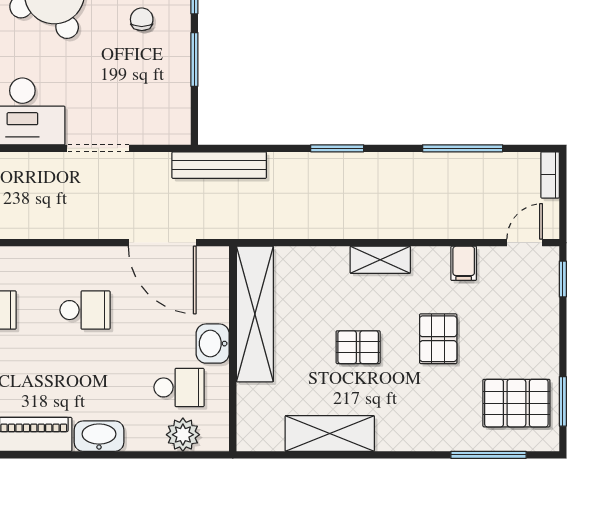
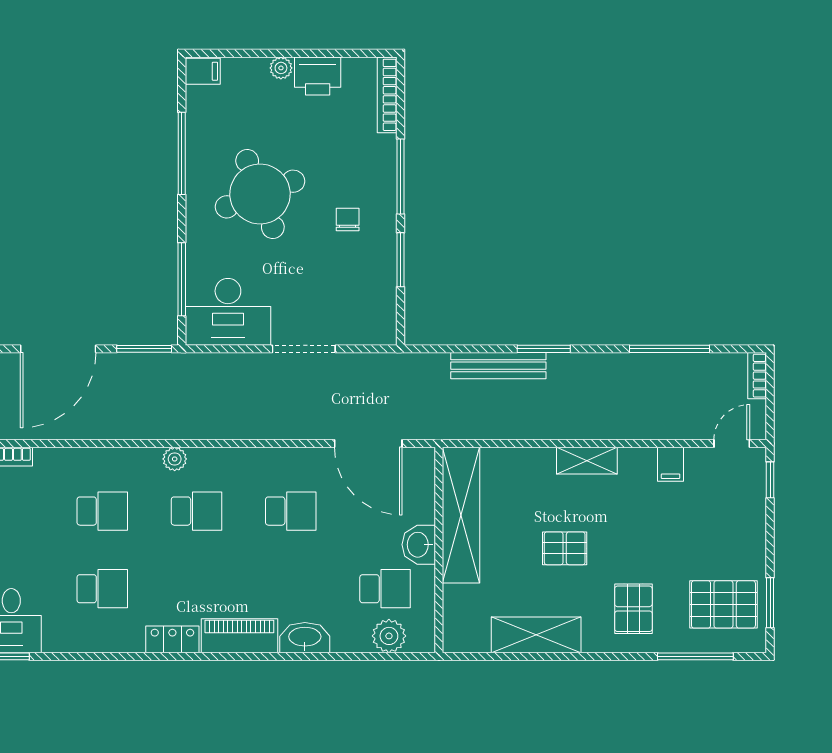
bench: (219, 165) -> (498, 366), moved
pallet: (438, 339) -> (633, 609), moved

